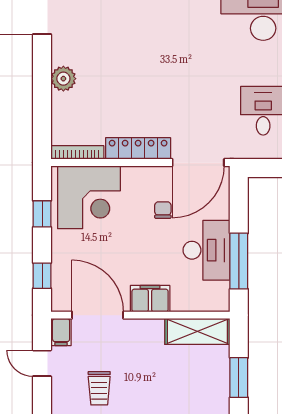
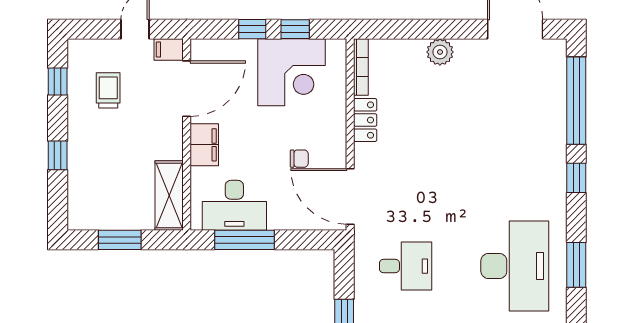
locker: (138, 148) -> (365, 120), width x0.66
corner desk: (89, 197) -> (291, 72), moved, turned -90
desk: (207, 250) -> (234, 205), moved
window: (42, 276) -> (252, 29), moved
trolley: (99, 388) -> (108, 90), turned 90

